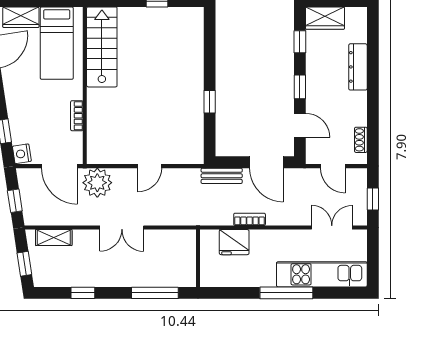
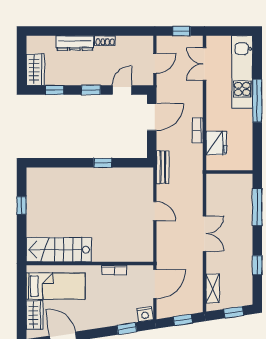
shoe rack: (361, 140) -> (105, 41), moved
bench: (222, 176) -> (163, 167), moved
plant: (97, 183) -> (168, 253), removed

